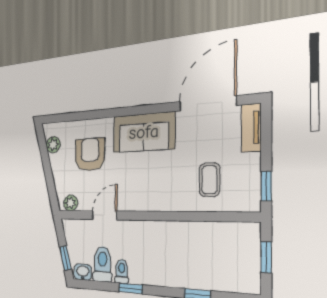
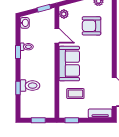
sofa: (144, 132) -> (69, 64), moved, turned 180
armchair: (90, 154) -> (91, 26), turned 180
window: (65, 258) -> (44, 8), moved
toilet: (102, 264) -> (30, 86), moved

